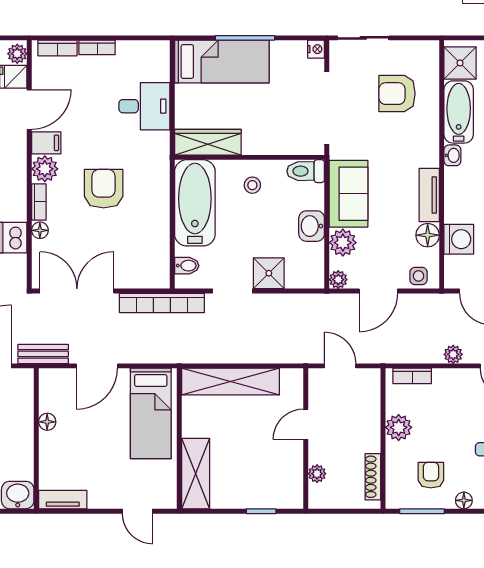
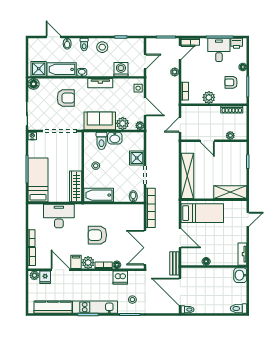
armchair: (397, 94) -> (66, 98), moved, turned -90
desk: (144, 106) -> (59, 216), width x1.37
toilet: (306, 171) -> (101, 141), moved
bathtub: (195, 203) -> (99, 195), width x0.73, depth x0.73
floor lamp: (428, 235) -> (34, 84), moved

